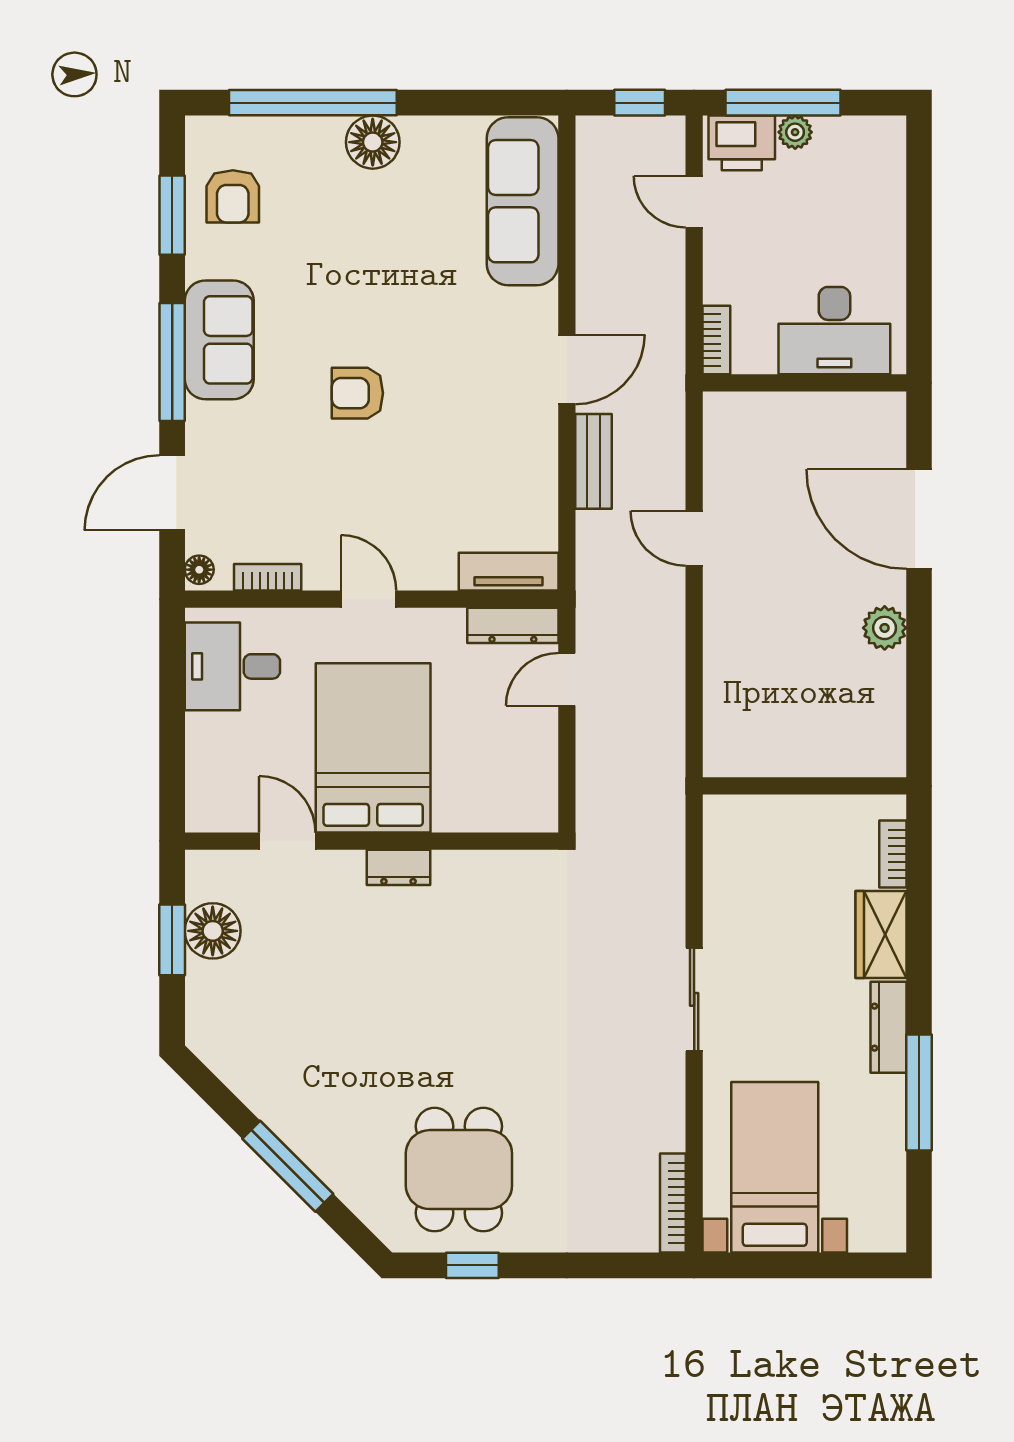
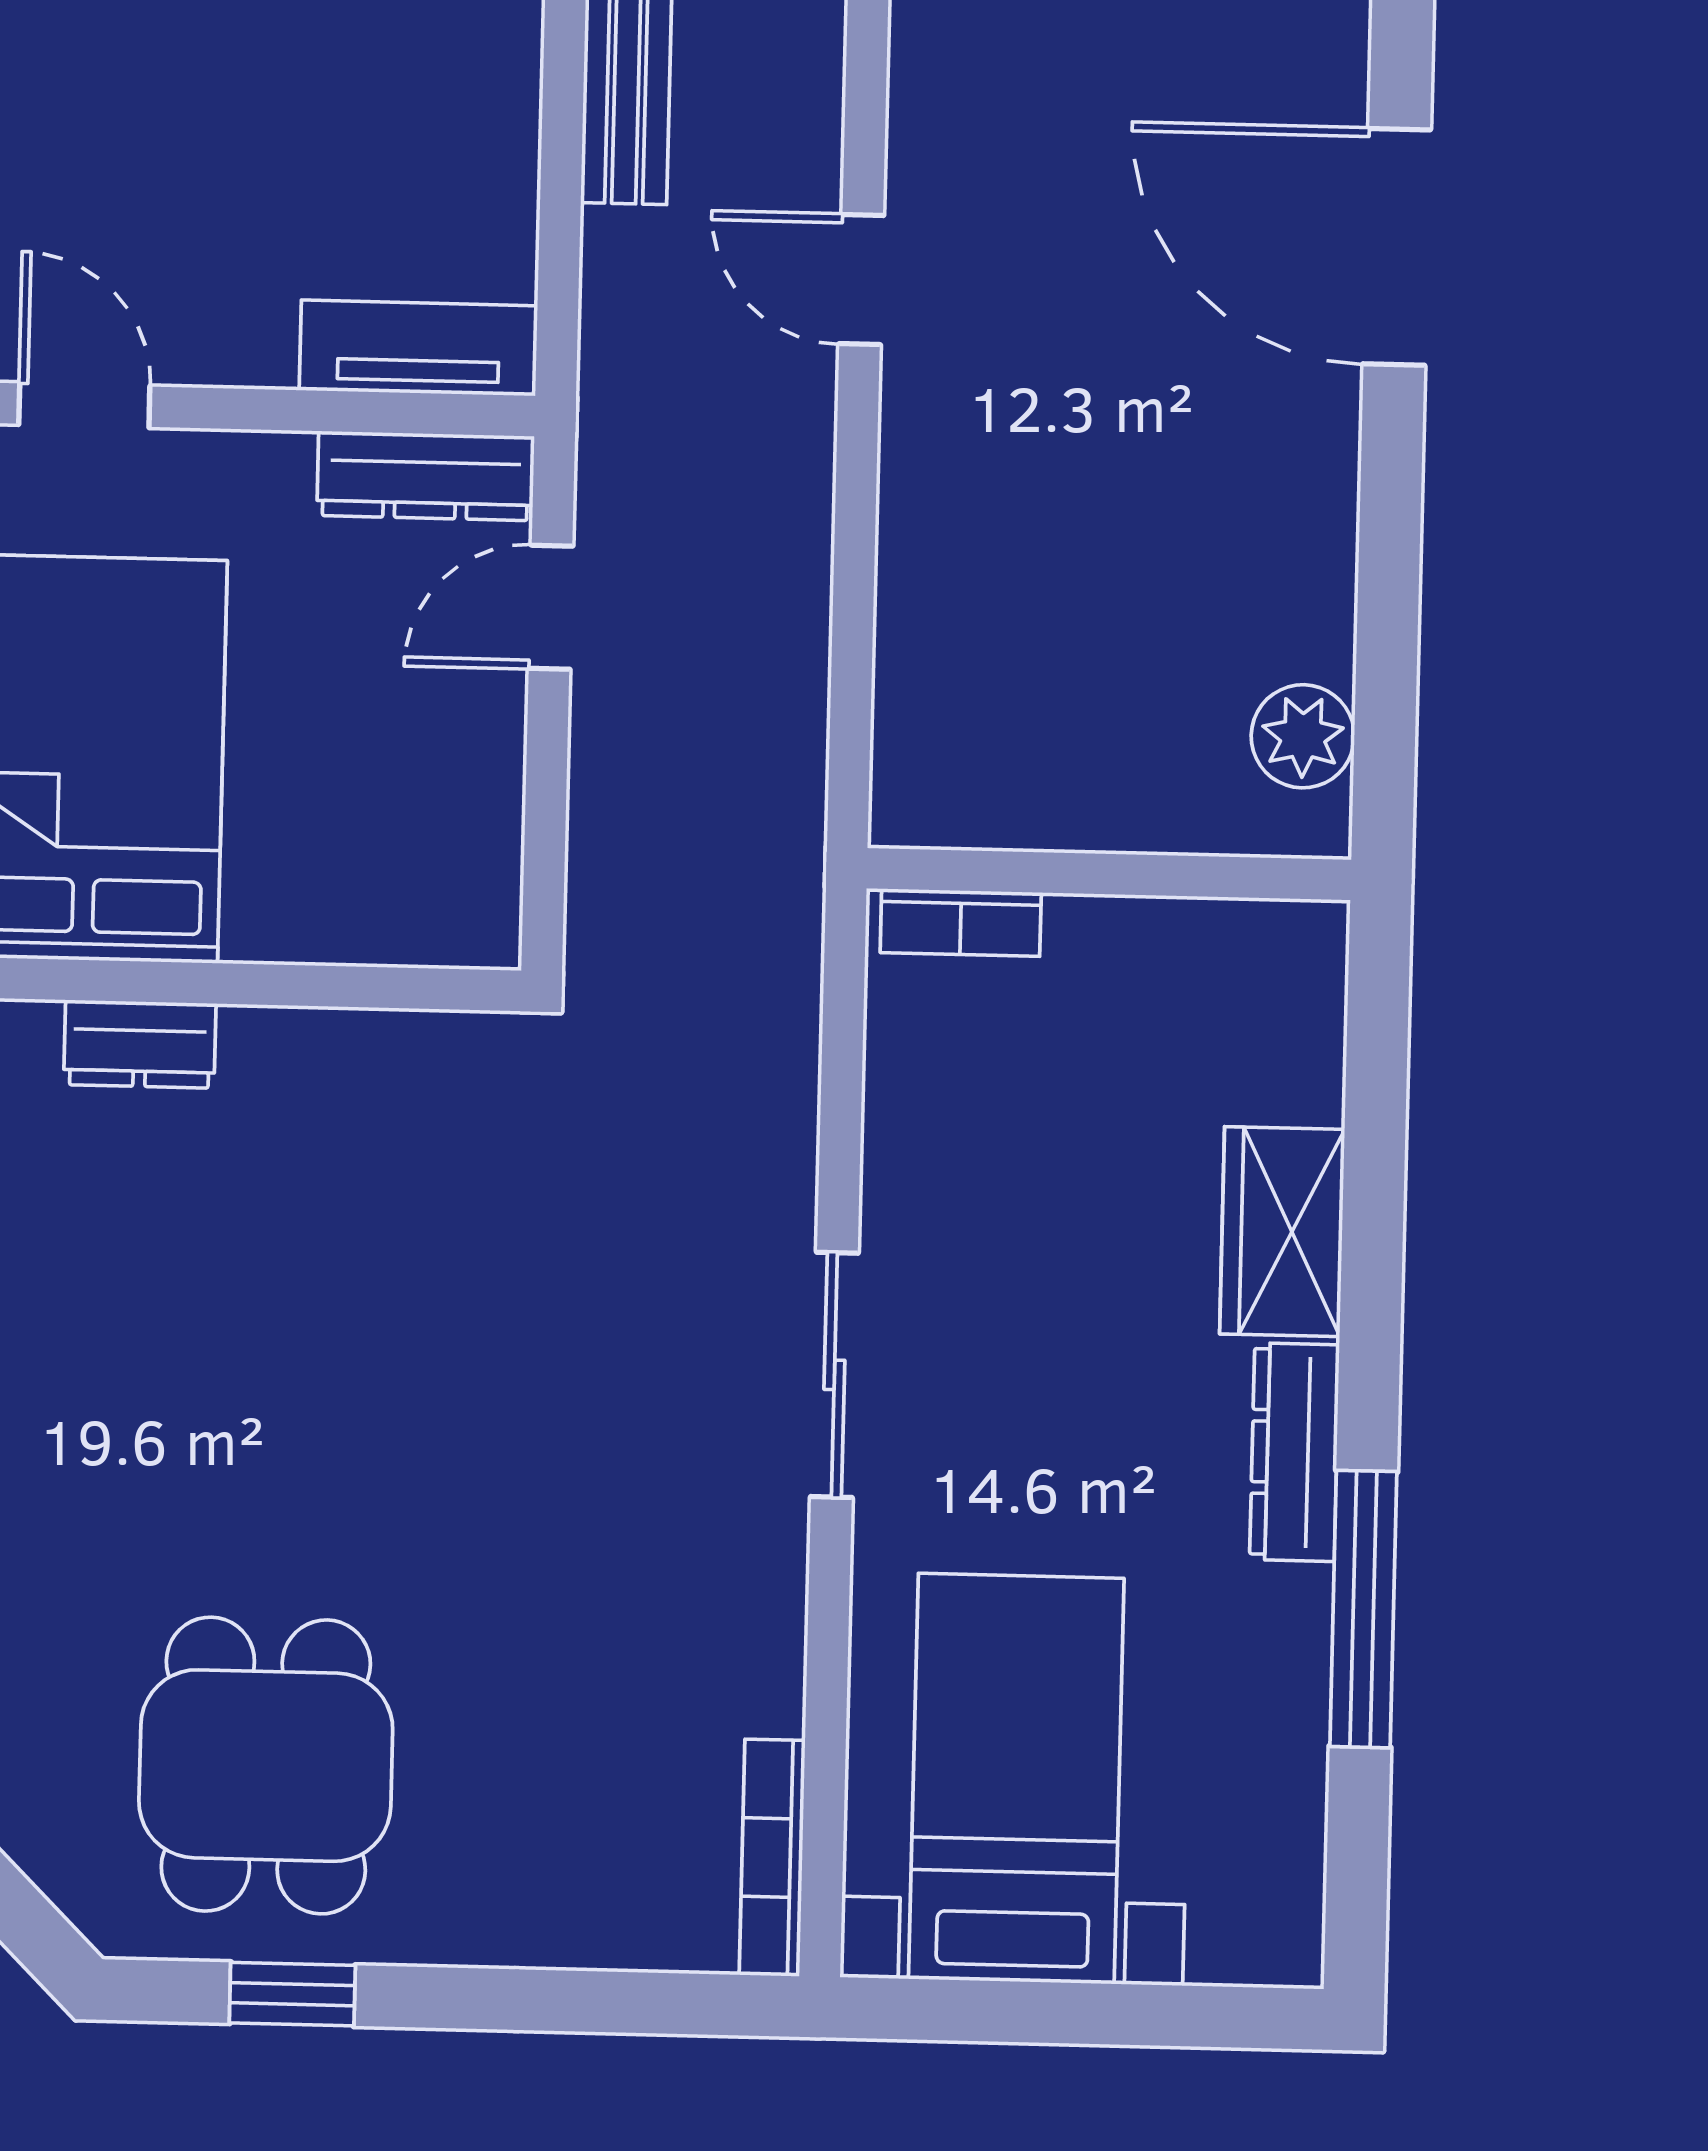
plant: (885, 628) -> (1303, 736), moved
bookcase: (893, 854) -> (961, 923), moved, turned -90

